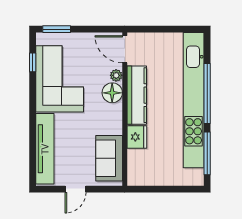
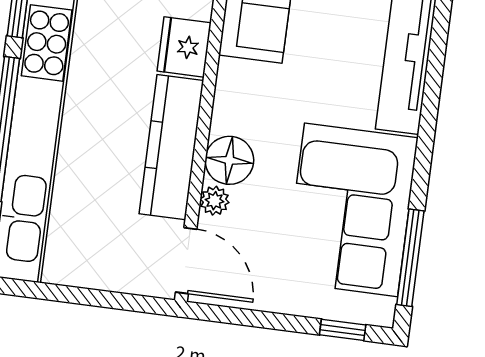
window: (57, 29) -> (343, 330), width x0.67
window: (33, 62) -> (410, 258), width x2.17

